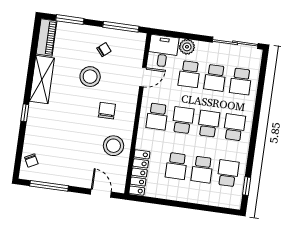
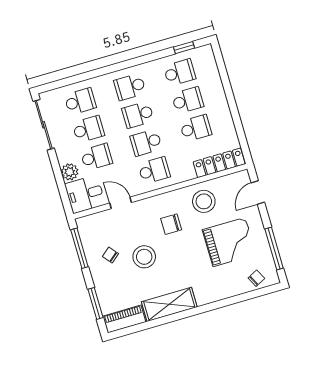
window: (25, 113) -> (211, 307), removed
grand piano: (71, 152) -> (229, 242), added
school desk: (228, 173) -> (180, 72), turned 180

